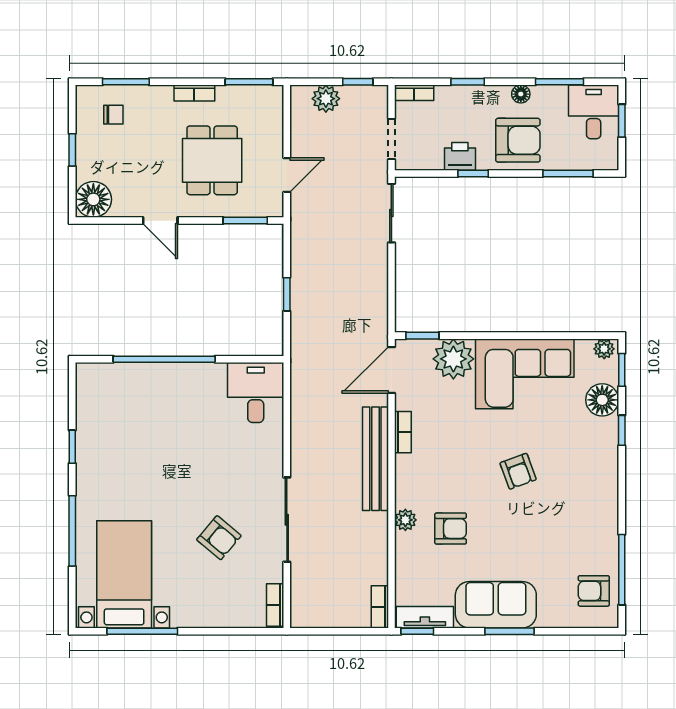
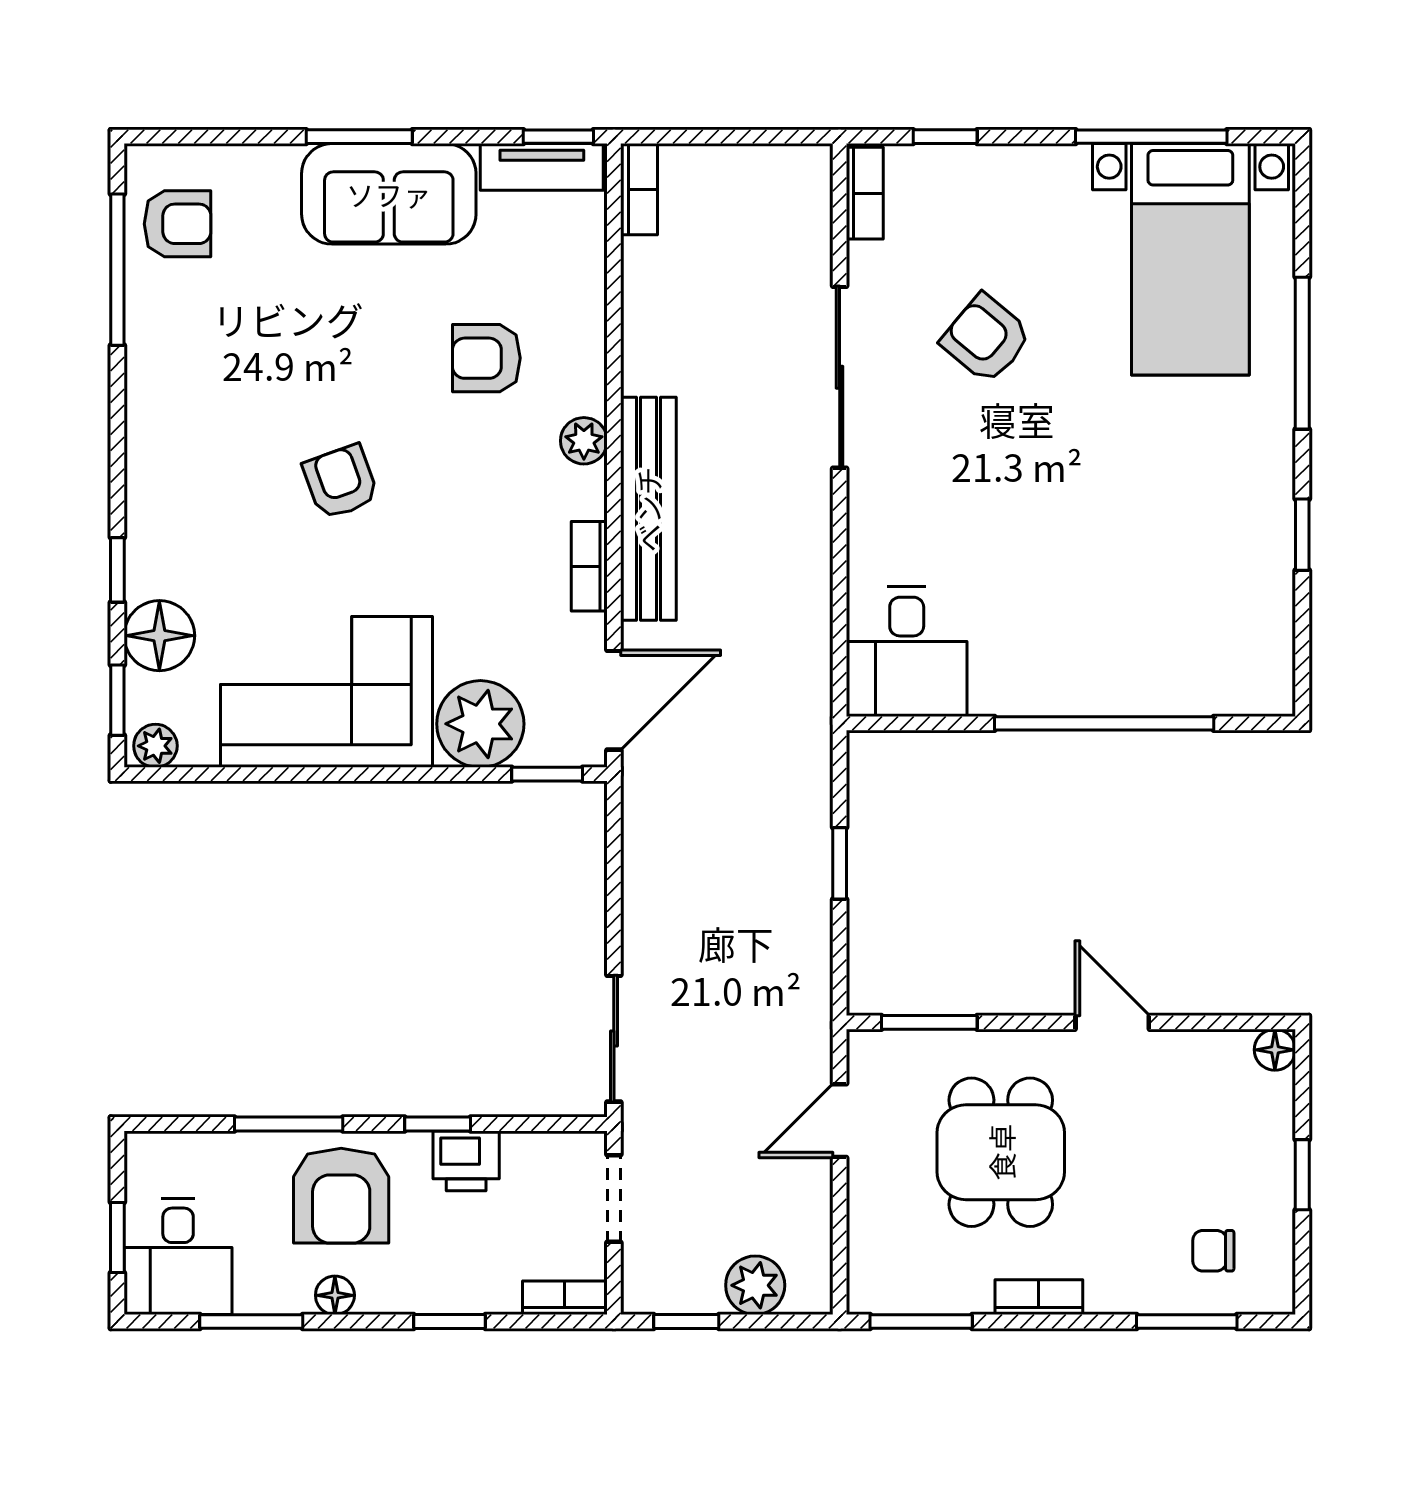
armchair: (518, 140) -> (341, 1196), turned -90
window: (568, 173) -> (289, 1124), moved
floor lamp: (93, 199) -> (1275, 1050), width x0.53, depth x0.53
plant: (405, 520) -> (584, 441), moved
window: (238, 631) -> (945, 137), added

